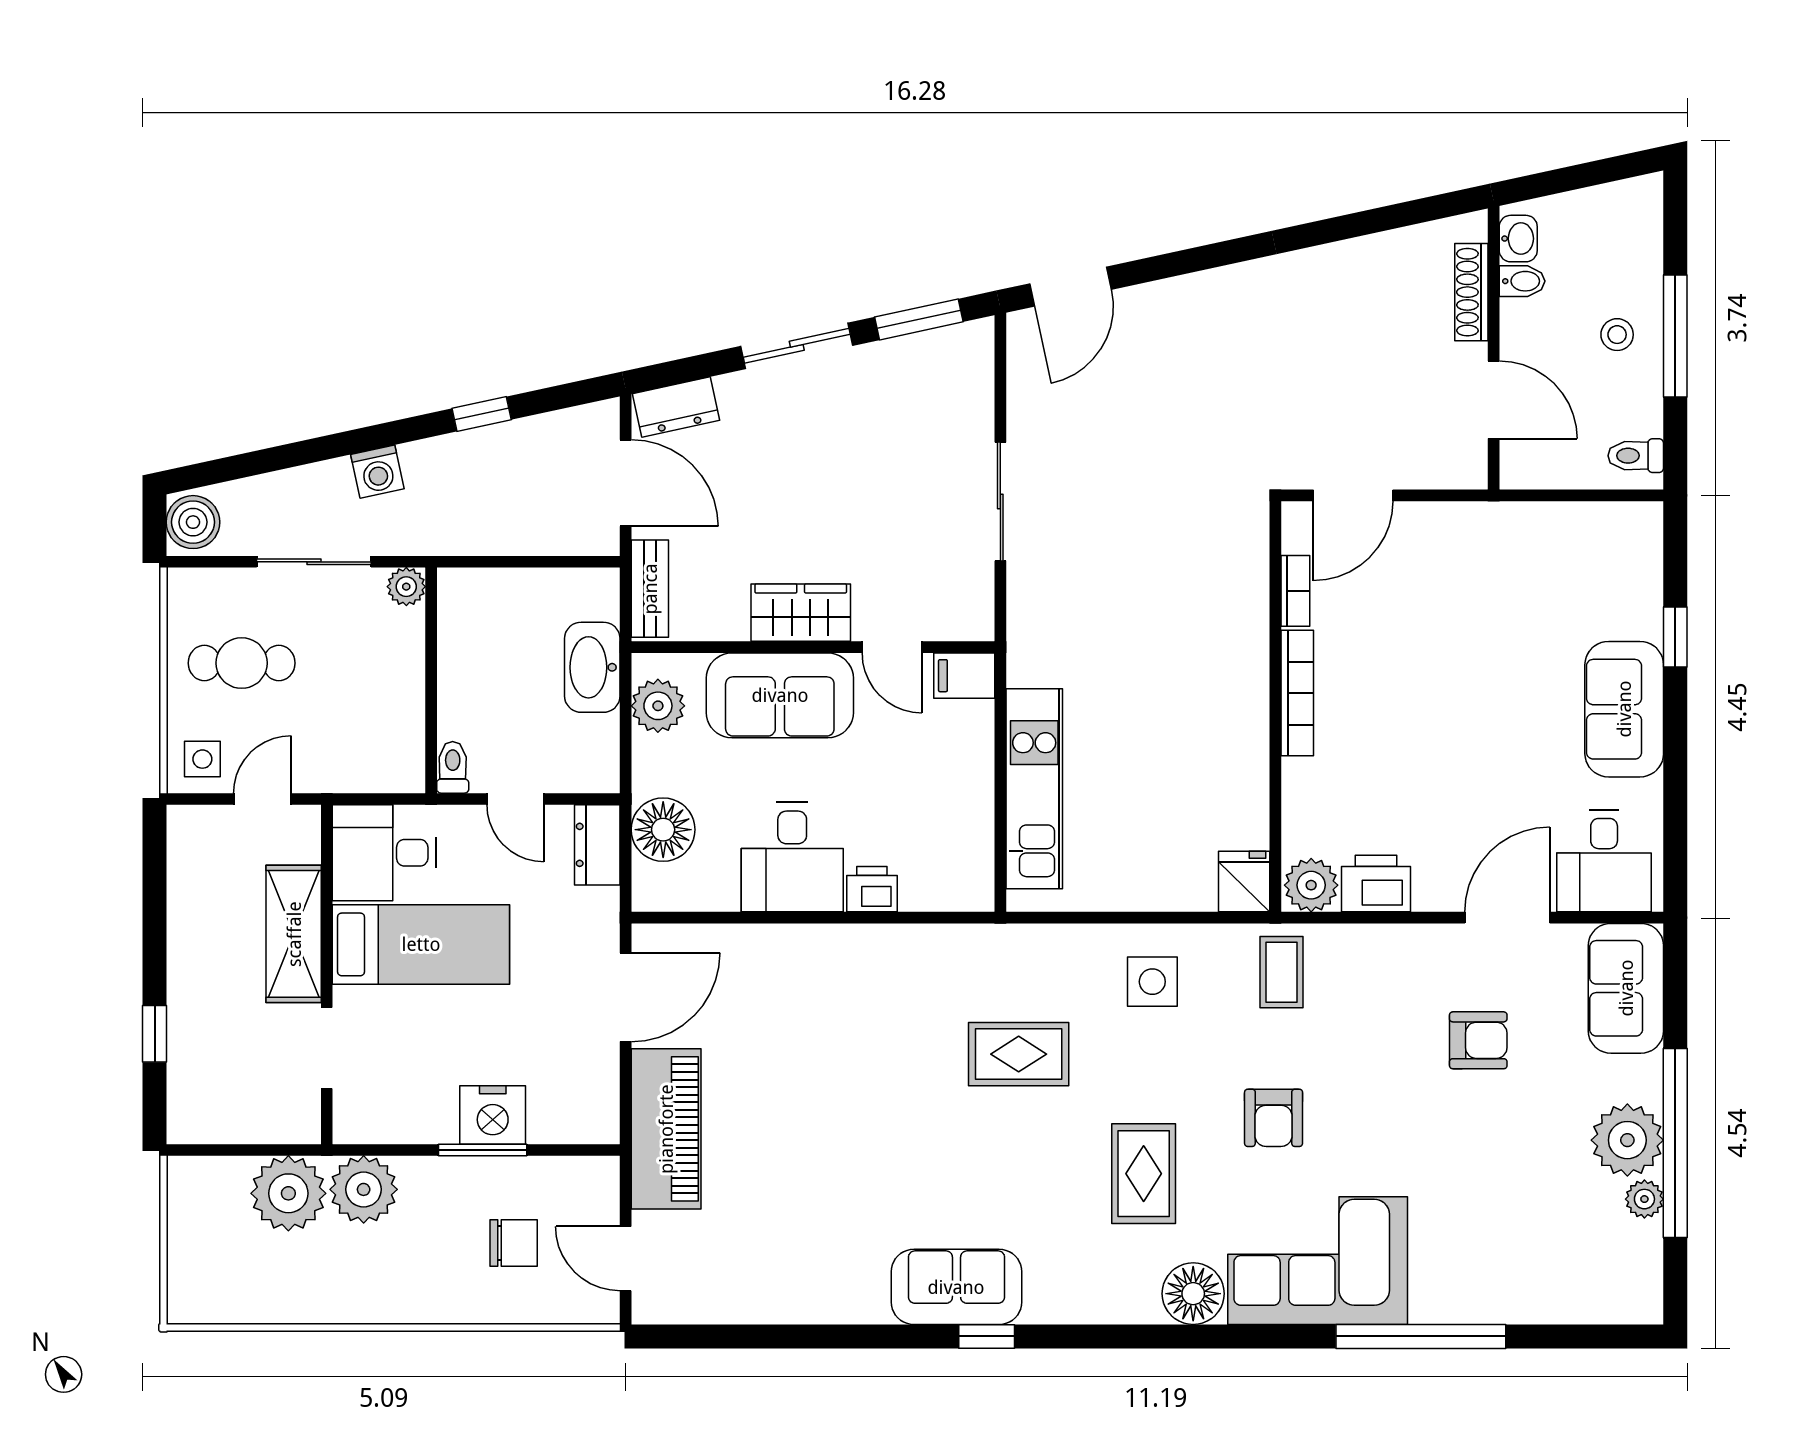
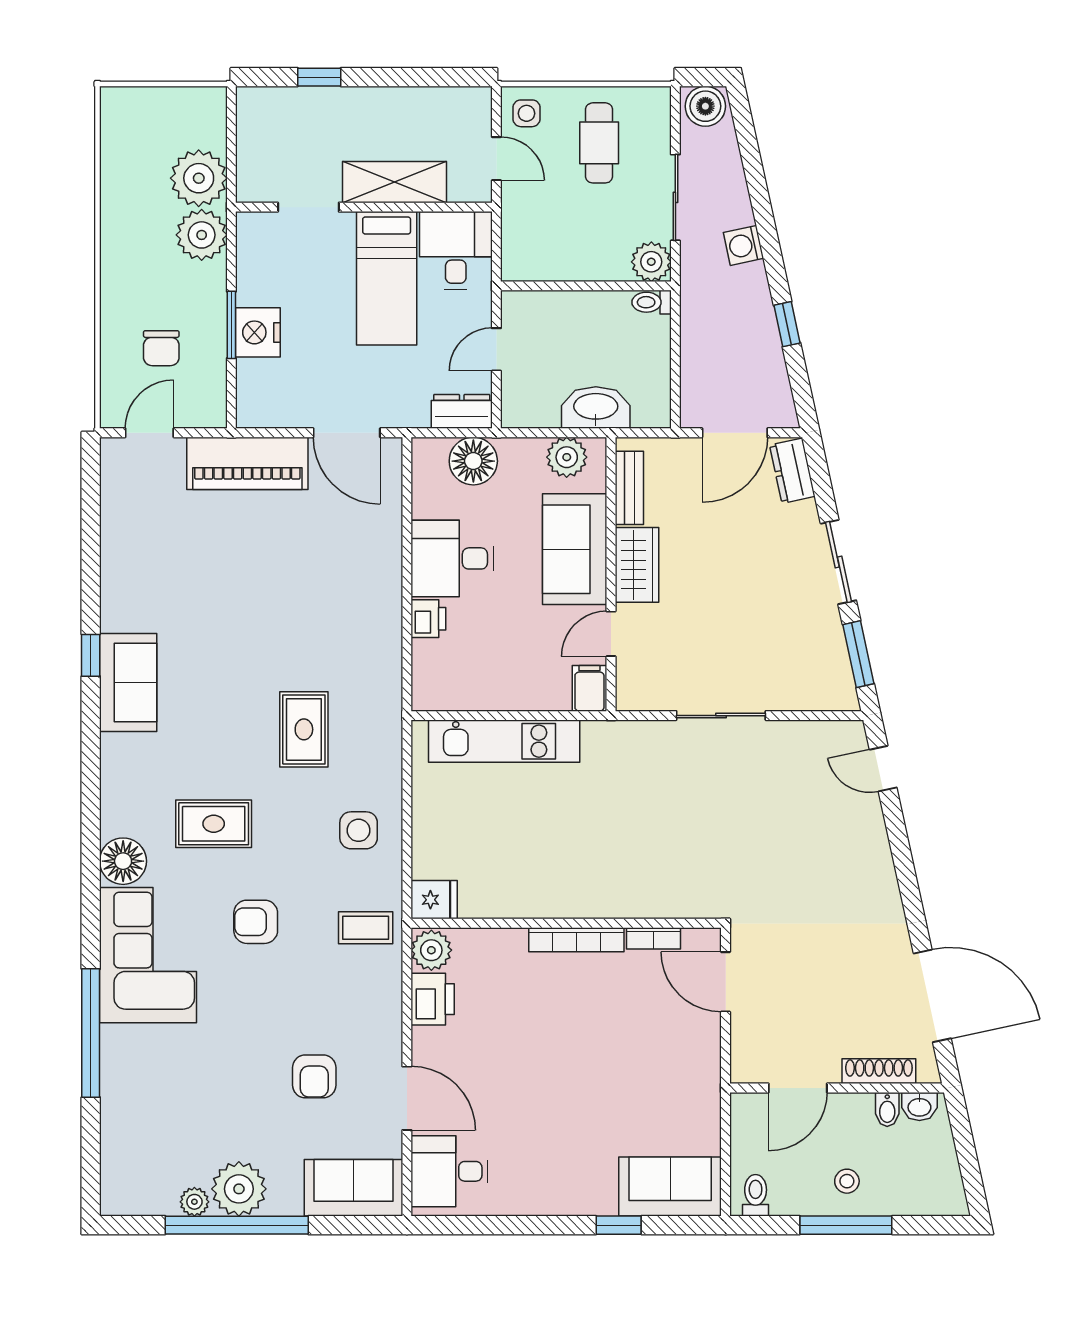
door: (1372, 221) -> (932, 996), added
door: (1071, 287) -> (883, 769), width x0.73
plant: (406, 587) -> (651, 262), width x1.38, depth x1.38
bench: (650, 589) -> (629, 488), moved, turned 90
sofa: (1624, 709) -> (670, 1187), moved
toilet: (453, 767) -> (652, 302), moved, turned 180
window: (987, 1336) -> (91, 655), moved

